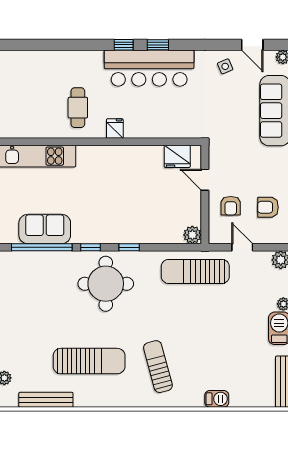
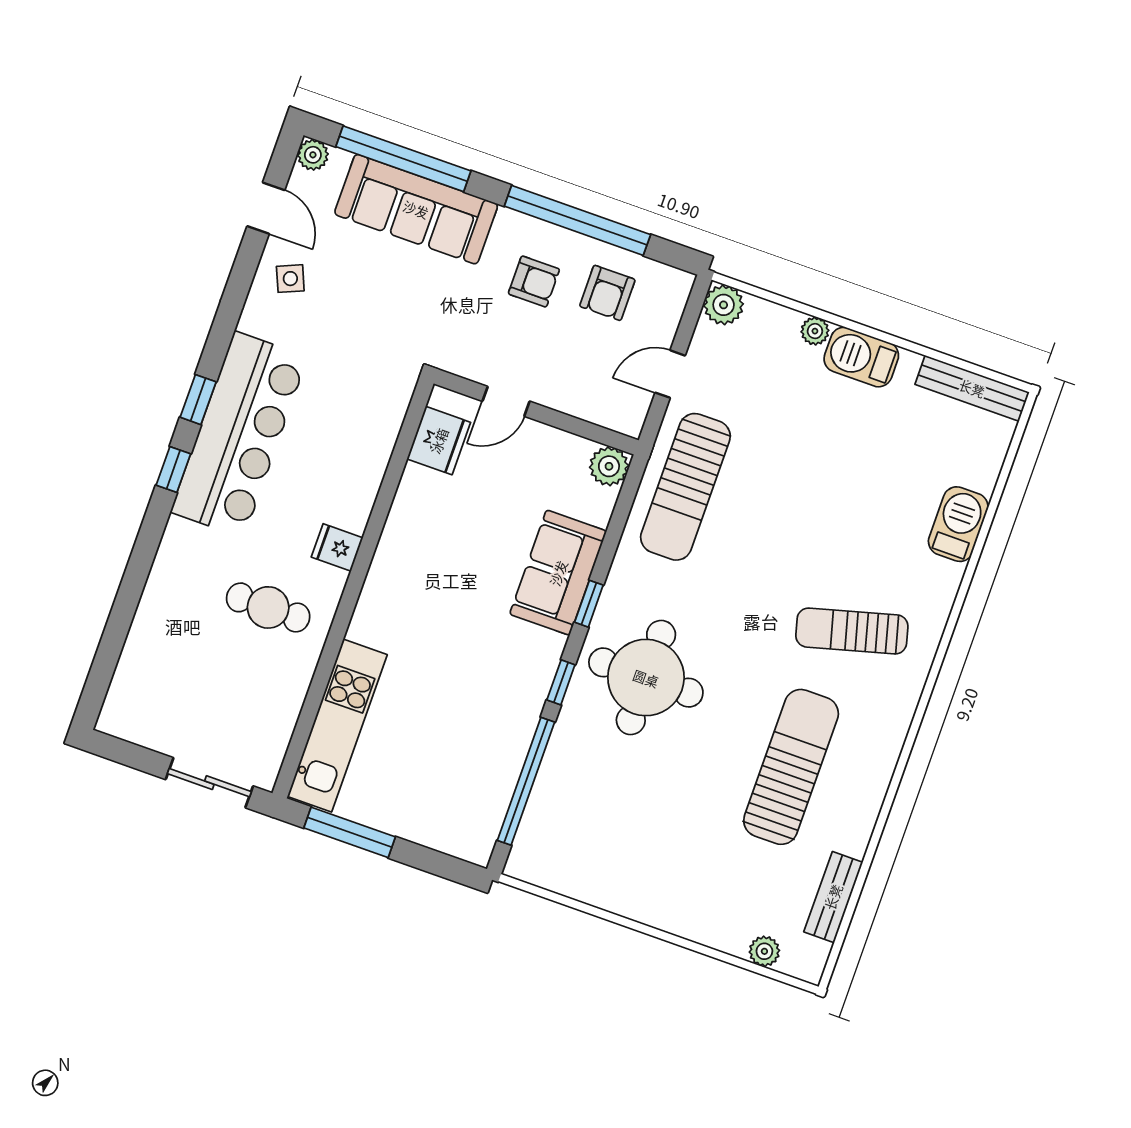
door: (252, 45) -> (266, 208), hinge flipped
armchair: (231, 206) -> (534, 282), moved
sofa: (45, 229) -> (558, 573), moved
barbecue: (217, 399) -> (958, 524), width x1.38, depth x1.27
bench: (46, 400) -> (833, 897), width x0.73

